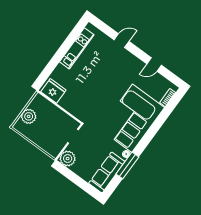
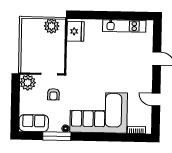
plant: (29, 116) -> (52, 26), moved
armchair: (92, 144) -> (53, 94), added
sofa: (107, 172) -> (34, 123), width x0.73

